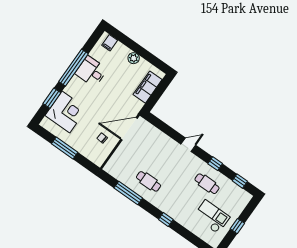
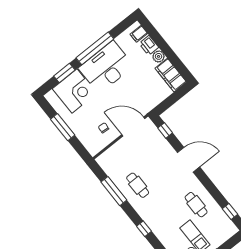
printer: (122, 51) -> (149, 45), added
desk: (91, 71) -> (106, 67), width x1.87, depth x1.30
filing cabinet: (148, 87) -> (171, 75), moved, turned -90
door: (188, 145) -> (189, 160), width x1.88
window: (215, 164) -> (165, 130), moved

